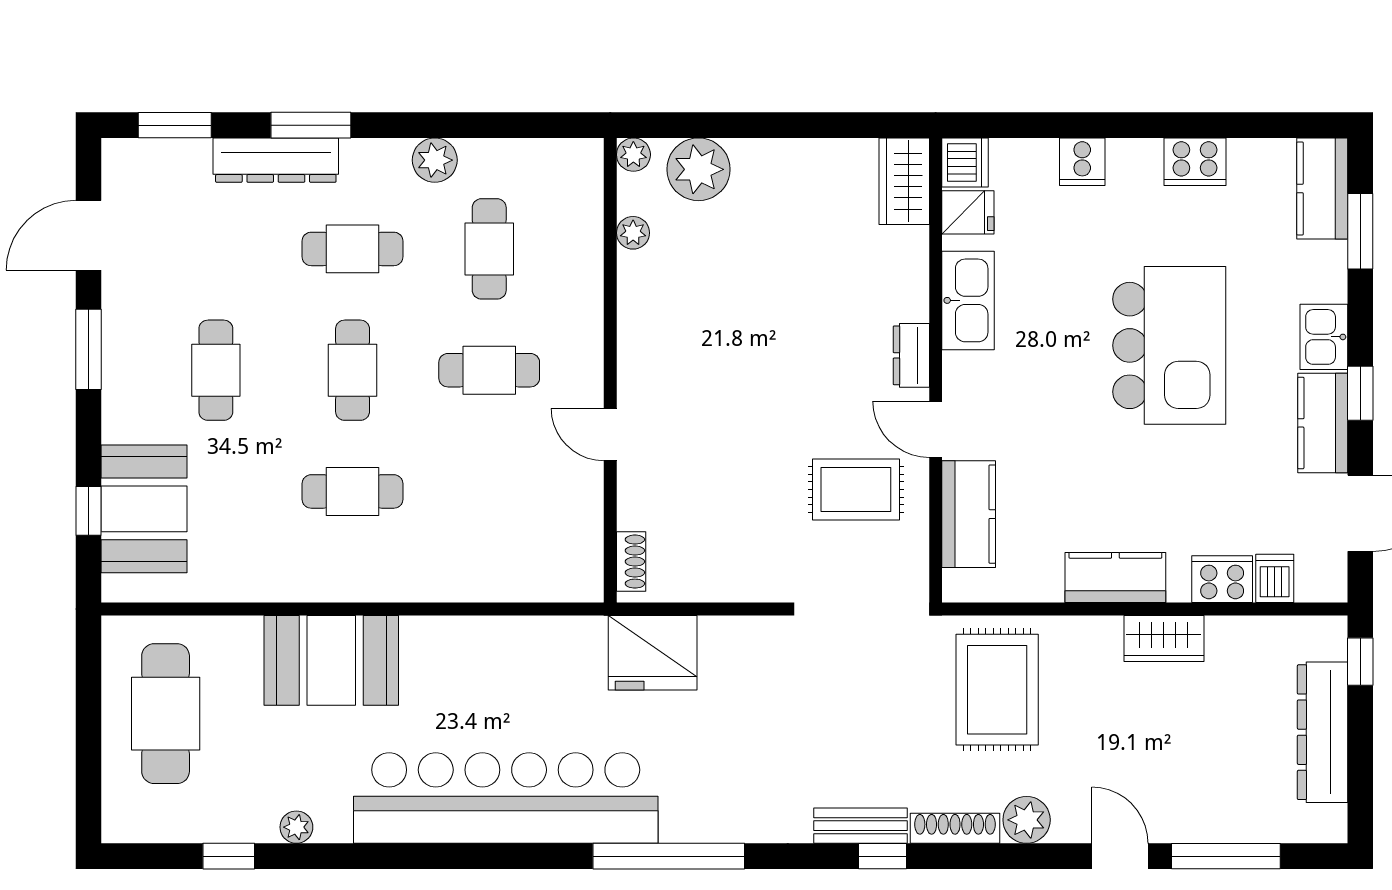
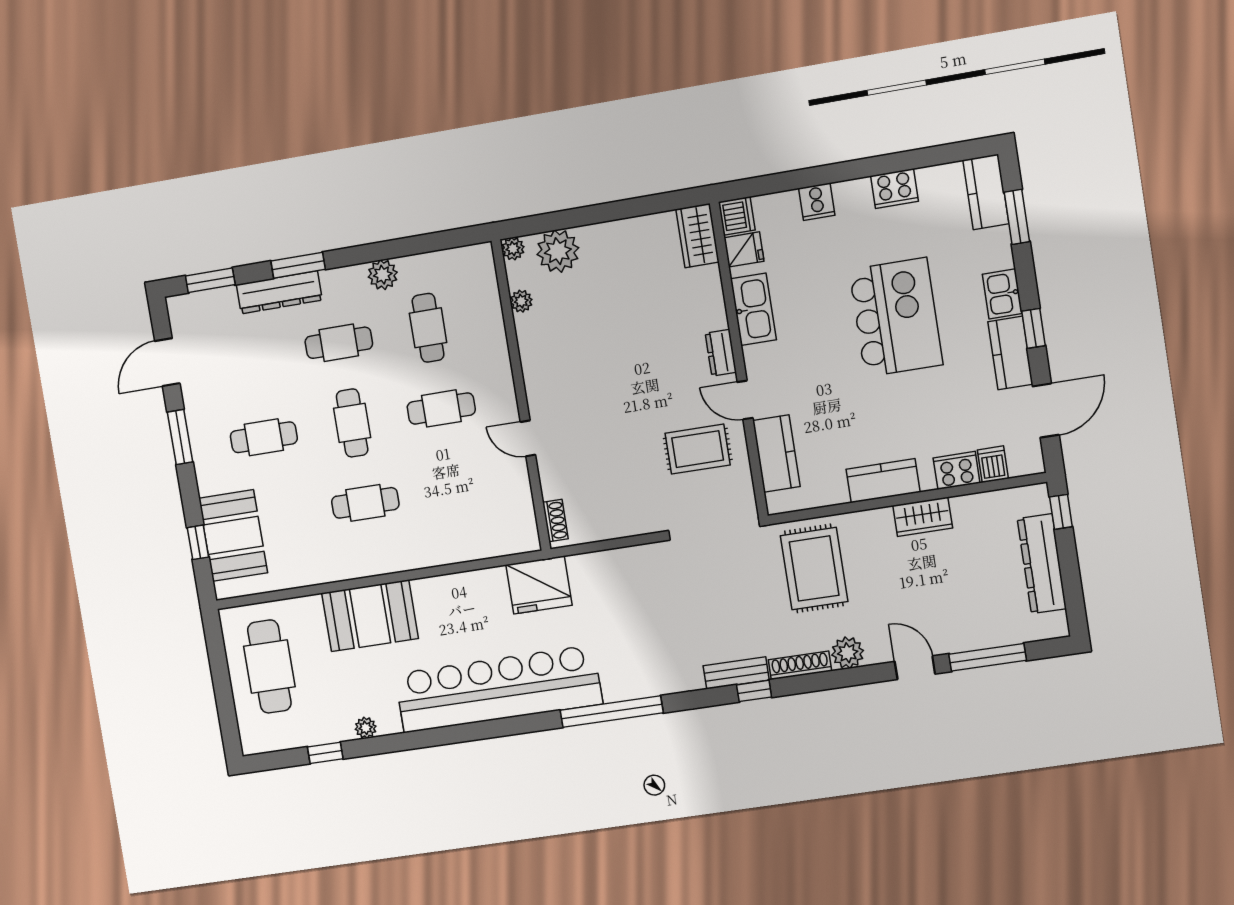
cafe table: (216, 370) -> (264, 437), turned 90
fridge: (653, 653) -> (539, 585), moved

